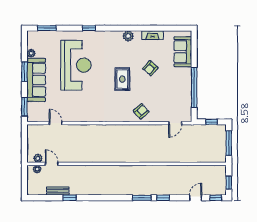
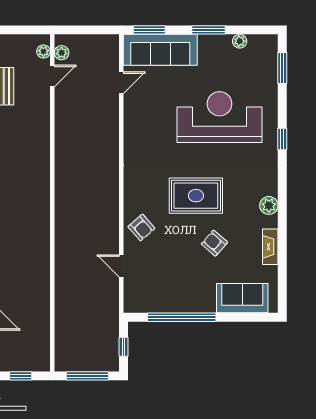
reception desk: (76, 65) -> (219, 117), turned 180
rug: (122, 79) -> (196, 196), width x1.36, depth x1.43
sofa: (36, 80) -> (160, 50), moved
door: (175, 123) -> (121, 266), moved

